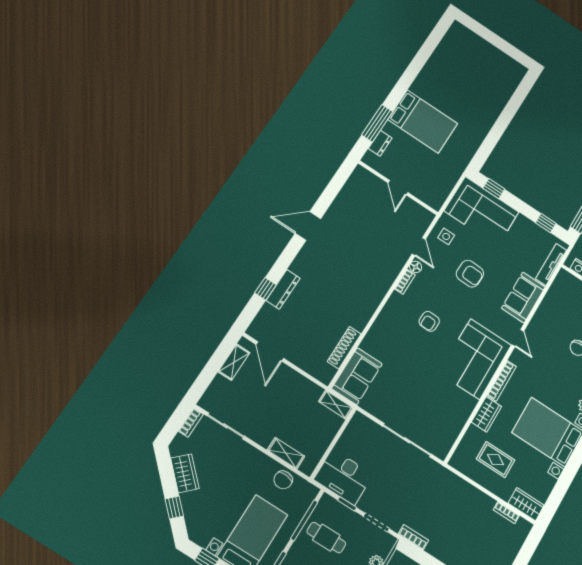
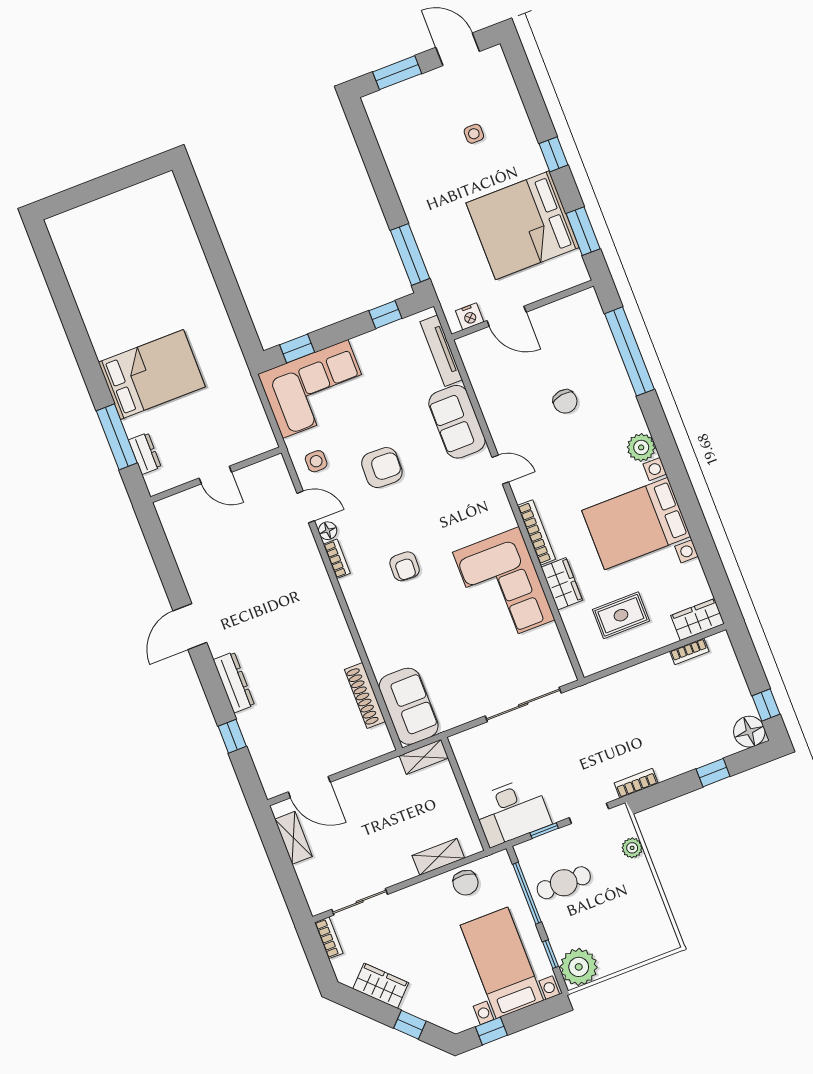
dresser: (283, 289) -> (234, 682), moved
corner sofa: (475, 359) -> (504, 586), moved

